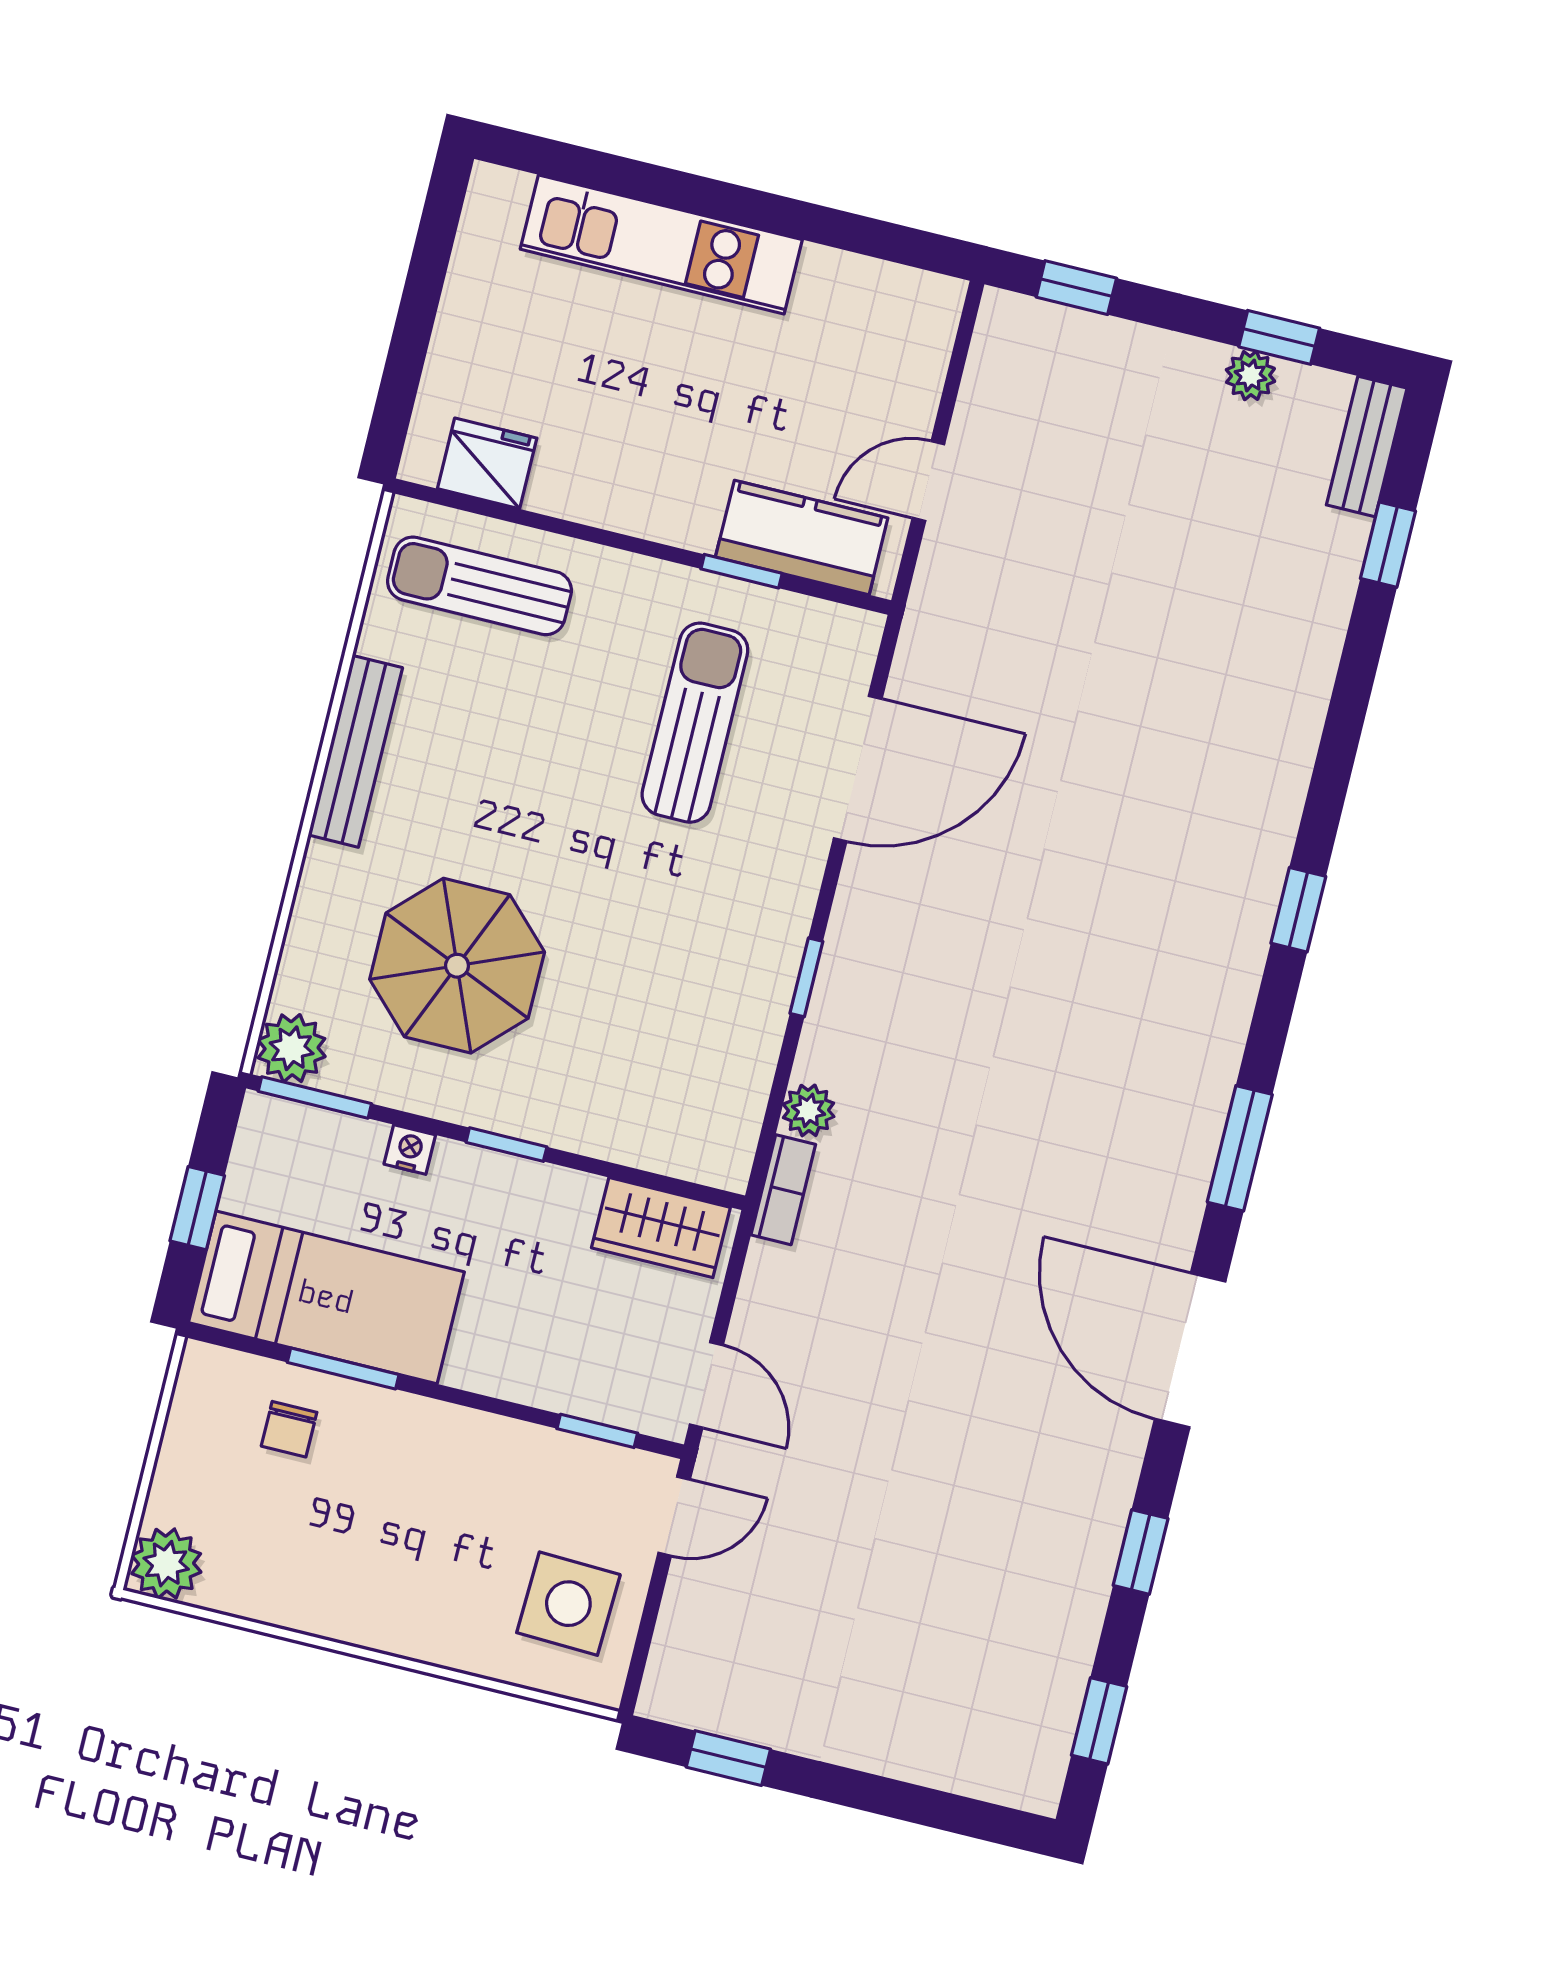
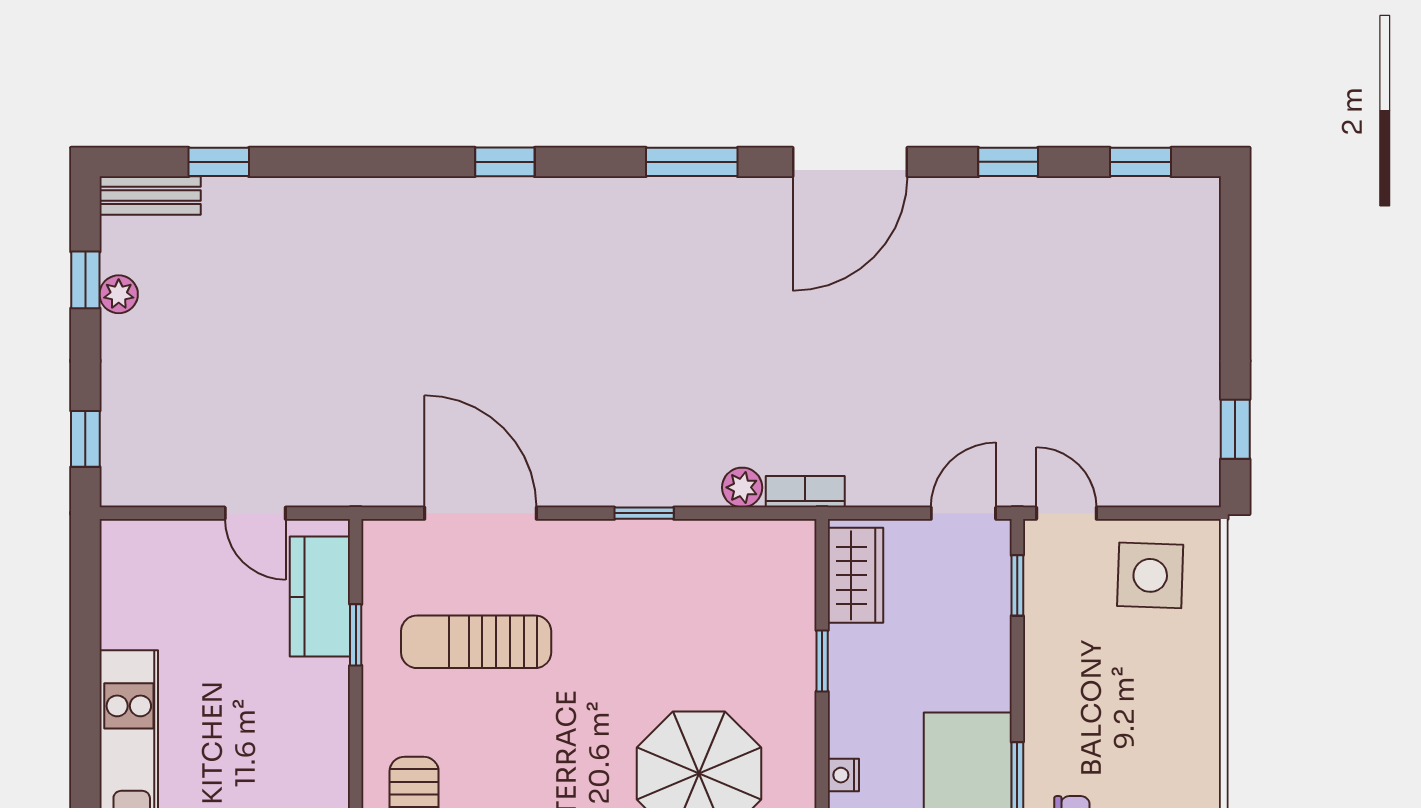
window: (506, 1145) -> (822, 661), moved

